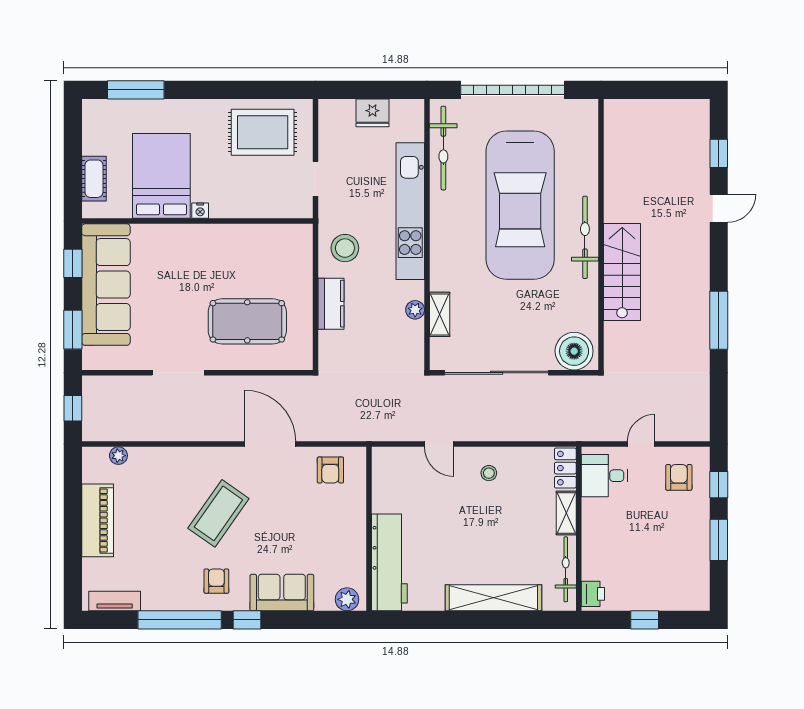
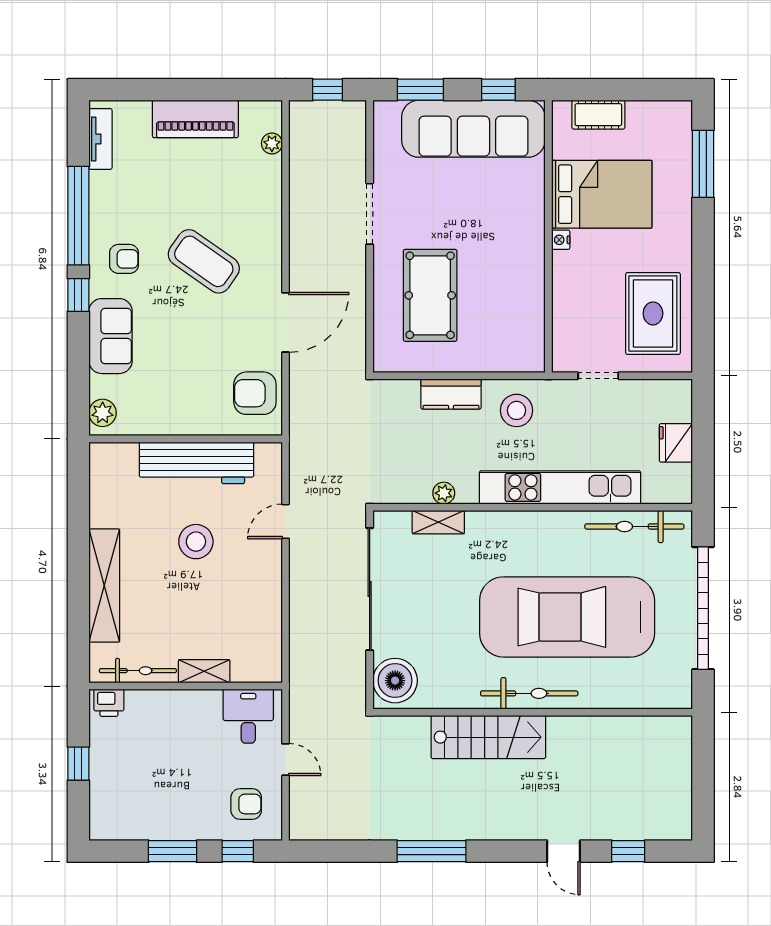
locker: (565, 468) -> (257, 670), removed
armchair: (330, 470) -> (255, 393), width x1.38, depth x1.38
stool: (489, 473) -> (196, 542), moved, width x1.89, depth x1.89
workbench: (389, 562) -> (196, 463), moved

